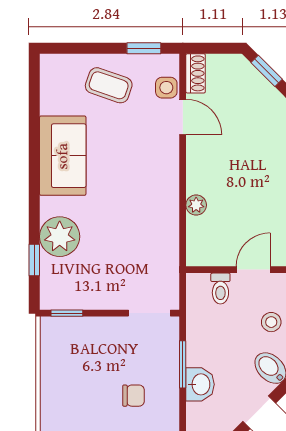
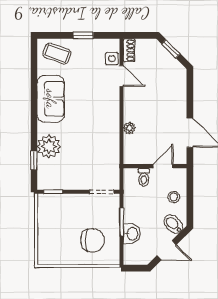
window: (144, 48) -> (83, 35), moved
coffee table: (109, 85) -> (57, 54), moved
chair: (133, 396) -> (92, 240), width x1.87, depth x1.87

